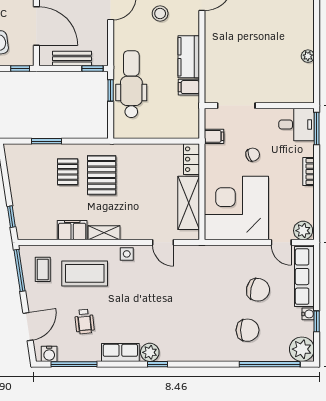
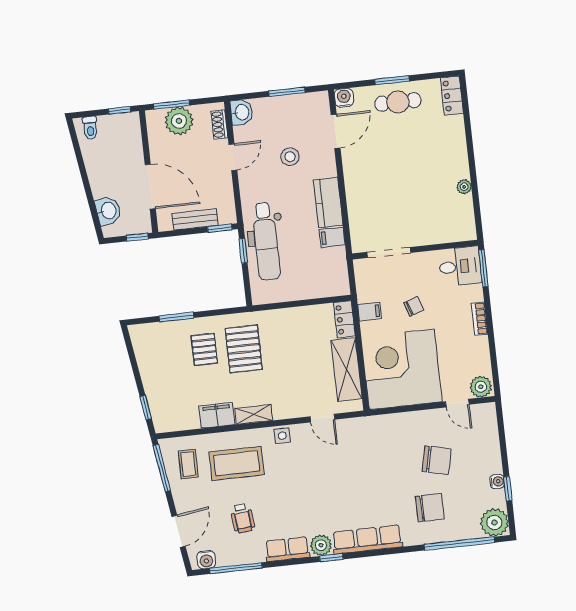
dental chair: (131, 84) -> (266, 241), turned 180
filing cabinet: (214, 136) -> (370, 312), moved
row of seats: (304, 277) -> (367, 539), moved, turned 90

